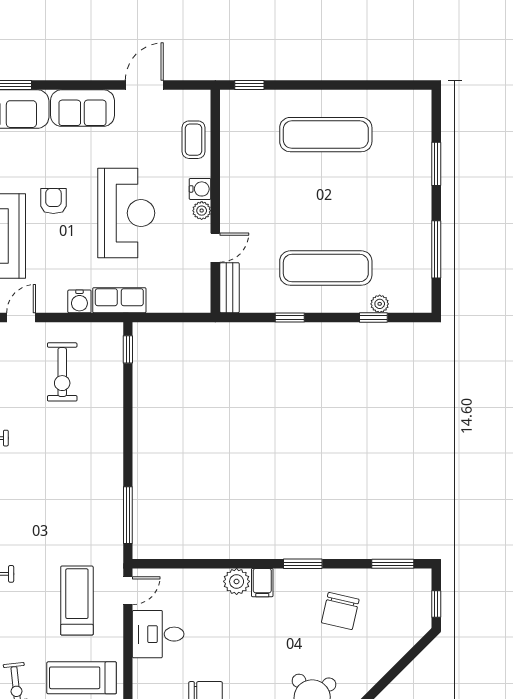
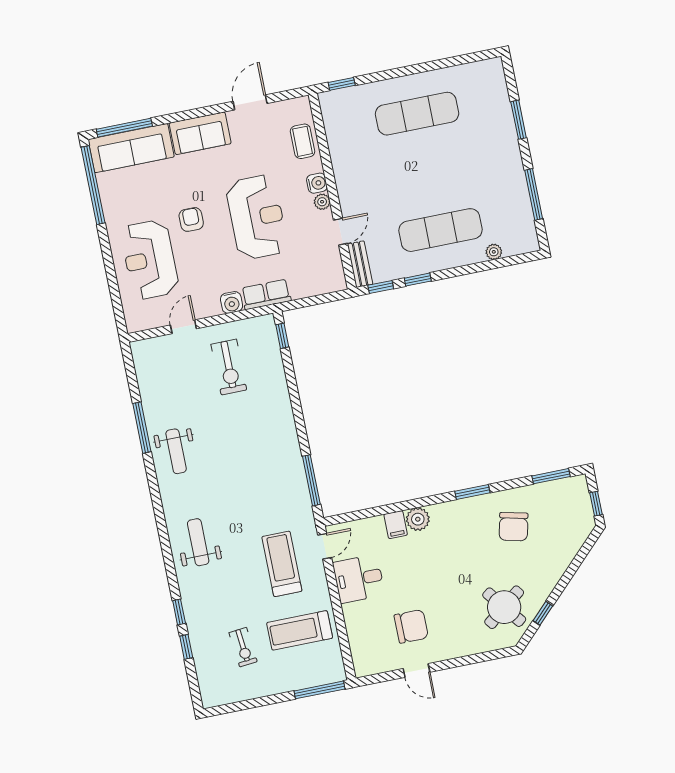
window: (373, 317) -> (381, 287), moved
filing cabinet: (262, 583) -> (396, 525), moved

